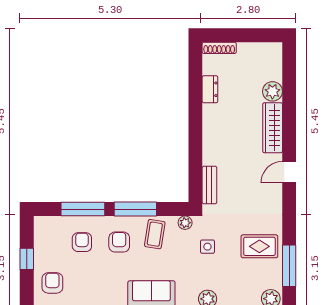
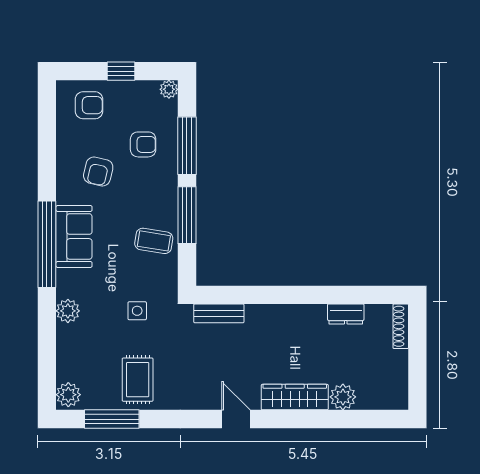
plant: (185, 223) -> (169, 89), moved
armchair: (119, 242) -> (98, 171), moved, turned 103

